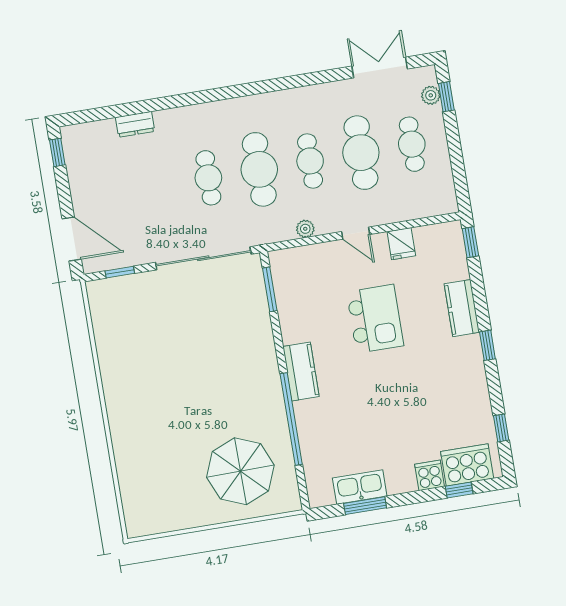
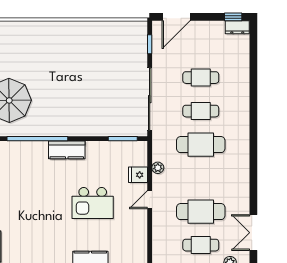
double door: (380, 67) -> (253, 233), swing flipped
dresser: (135, 124) -> (237, 27), moved, turned -90
cafe table: (310, 161) -> (201, 78), moved
fridge: (401, 244) -> (138, 175), moved

